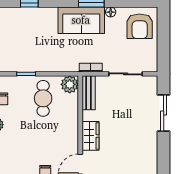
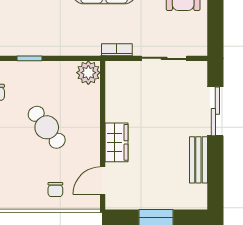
bench: (89, 93) -> (198, 160), moved
cafe table: (43, 98) -> (47, 127), moved, turned -38

